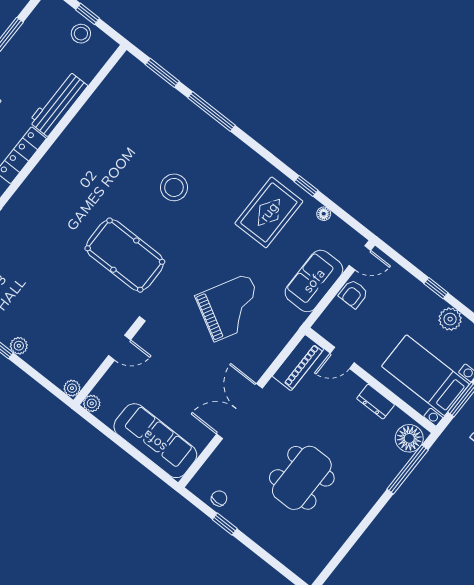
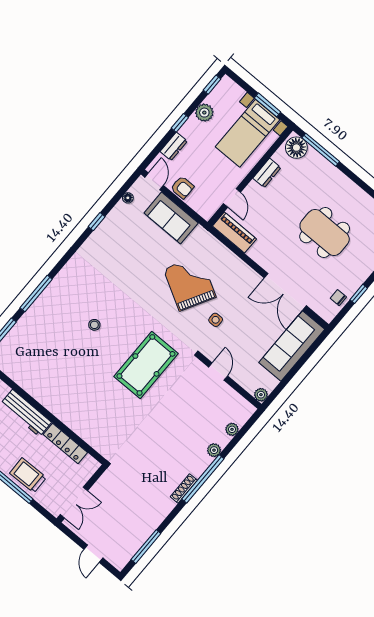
stool: (174, 187) -> (94, 325), width x0.53, depth x0.53
rug: (269, 212) -> (116, 251), removed
floor lamp: (324, 214) -> (128, 198), moved
dresser: (406, 281) -> (174, 146), added
side table: (186, 342) -> (216, 320), added
plant: (72, 388) -> (232, 429), moved
double door: (239, 411) -> (285, 292), moved

